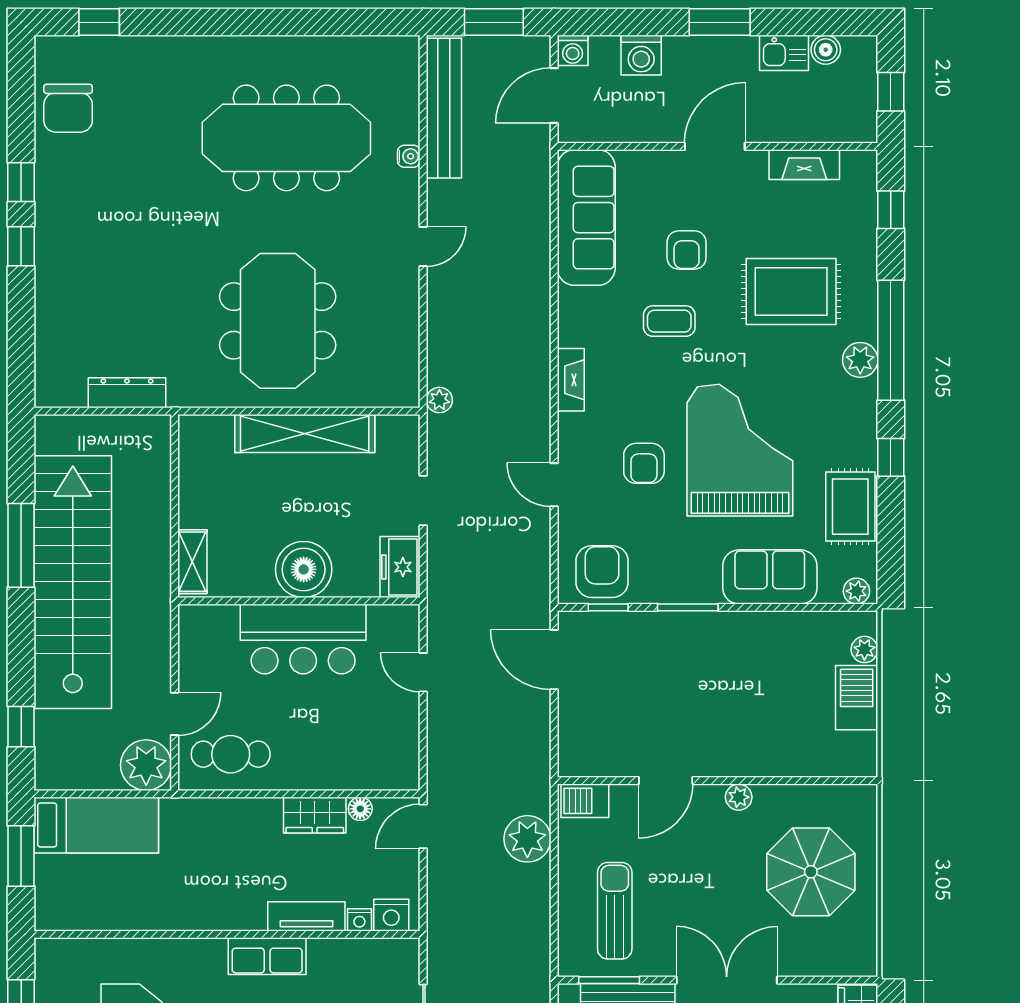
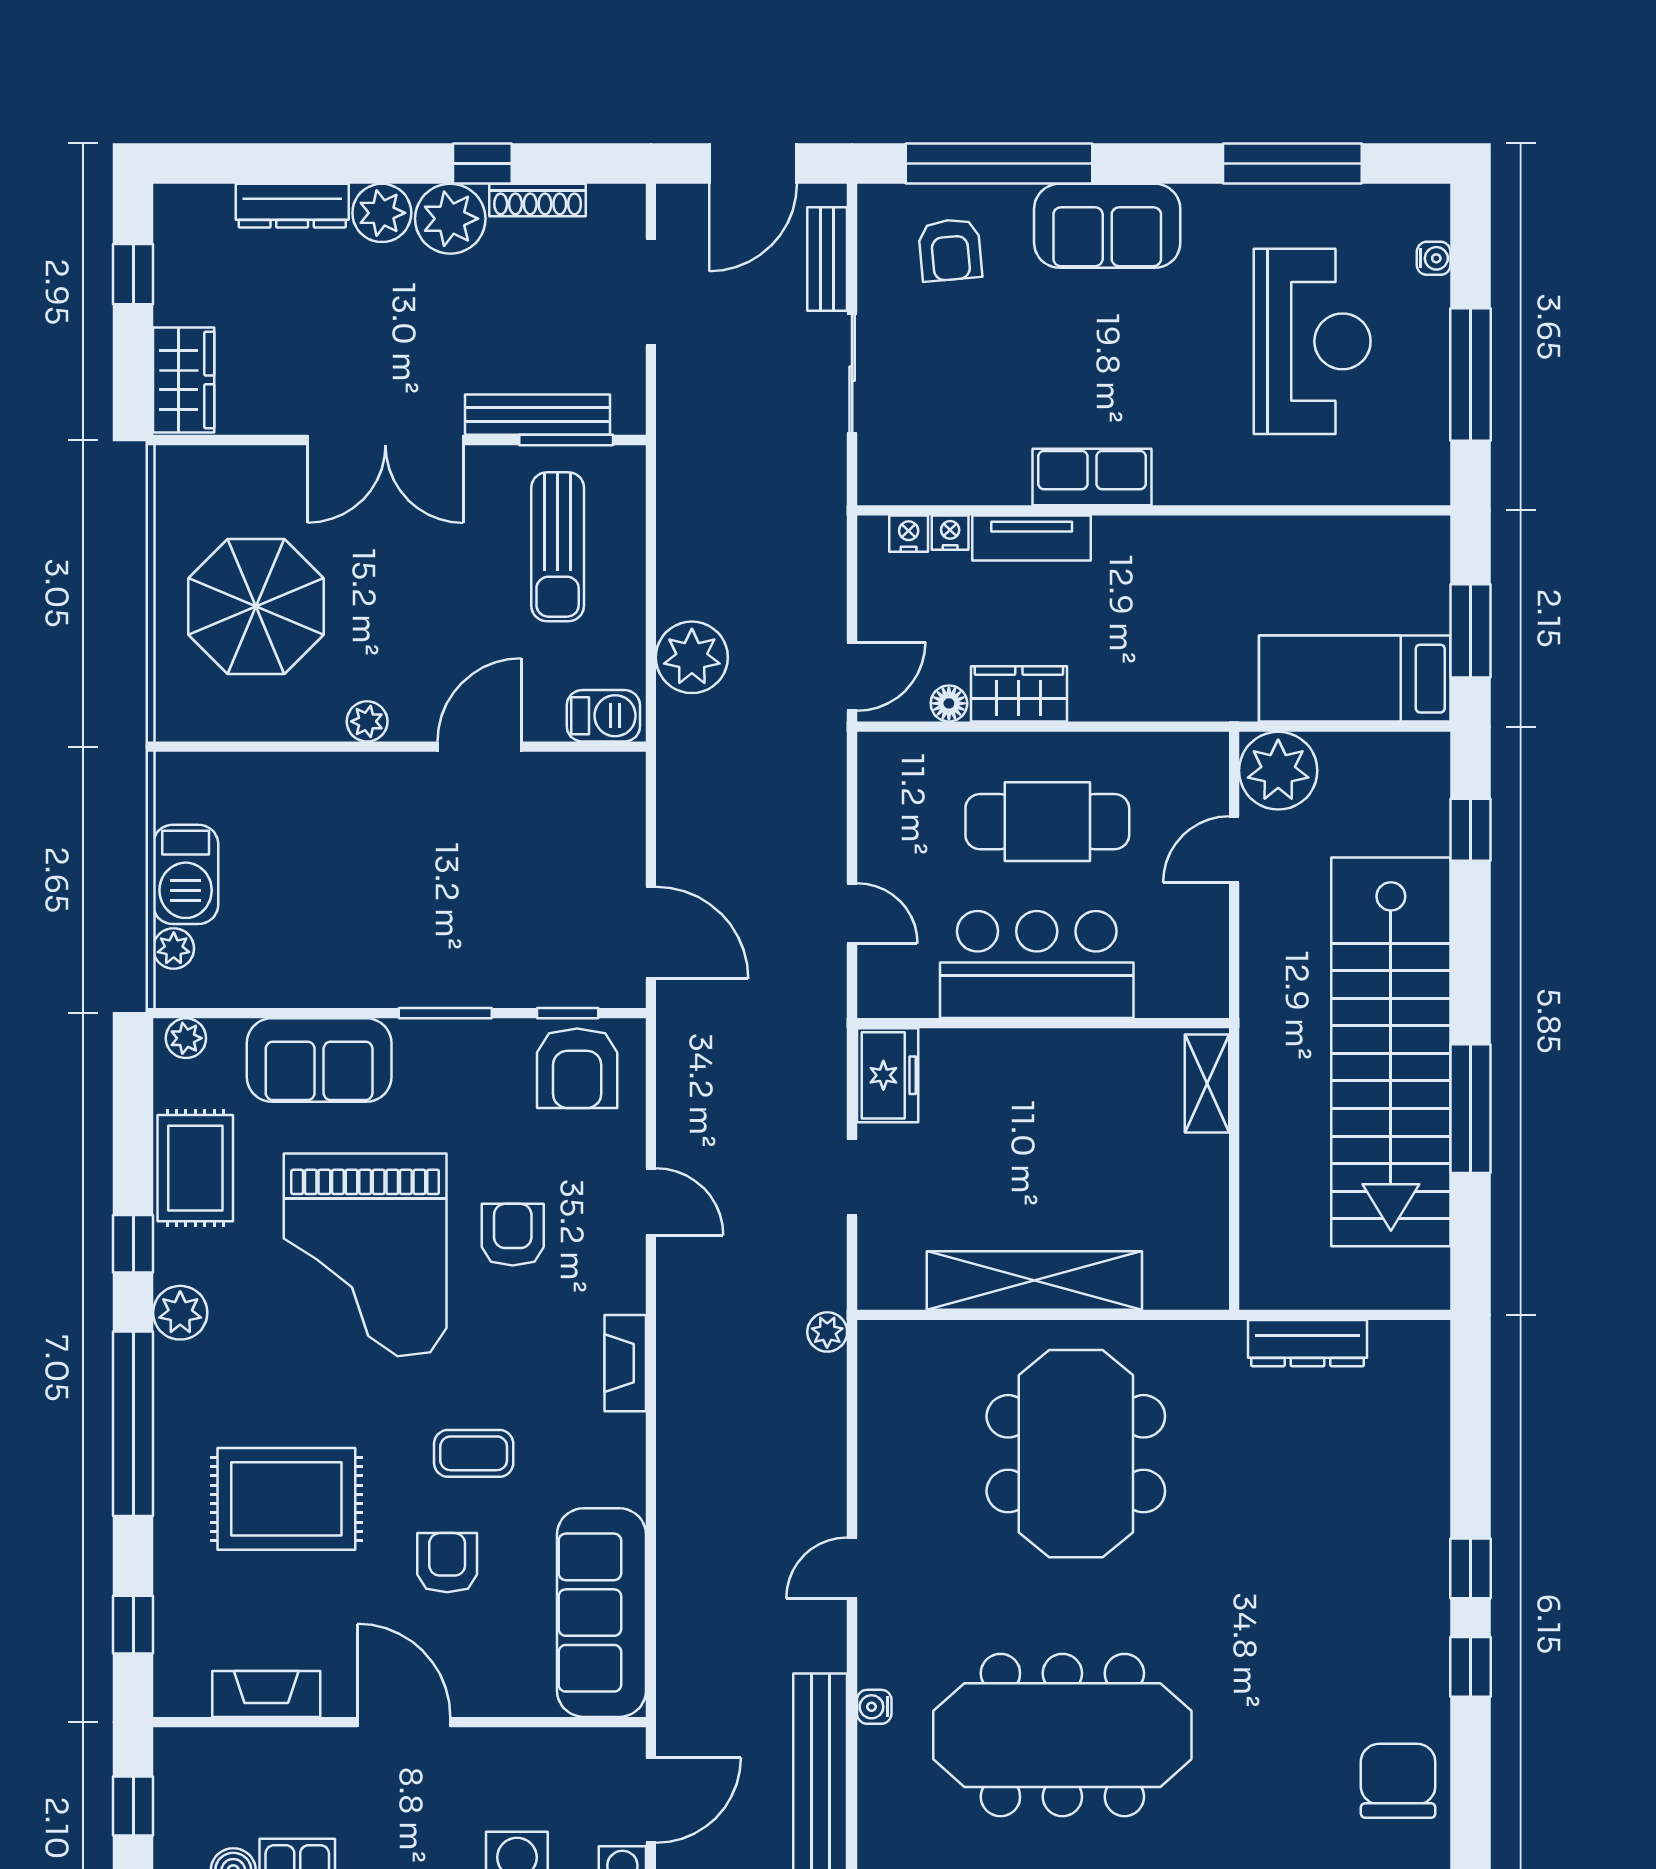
door: (715, 146) -> (404, 1722), swing flipped
plant: (860, 360) -> (180, 1313), moved
boiler: (304, 569) -> (1036, 1071), removed
cafe table: (231, 754) -> (1047, 822), moved, width x1.37, depth x1.35
nightstand: (391, 915) -> (909, 534), width x0.72, depth x0.74

